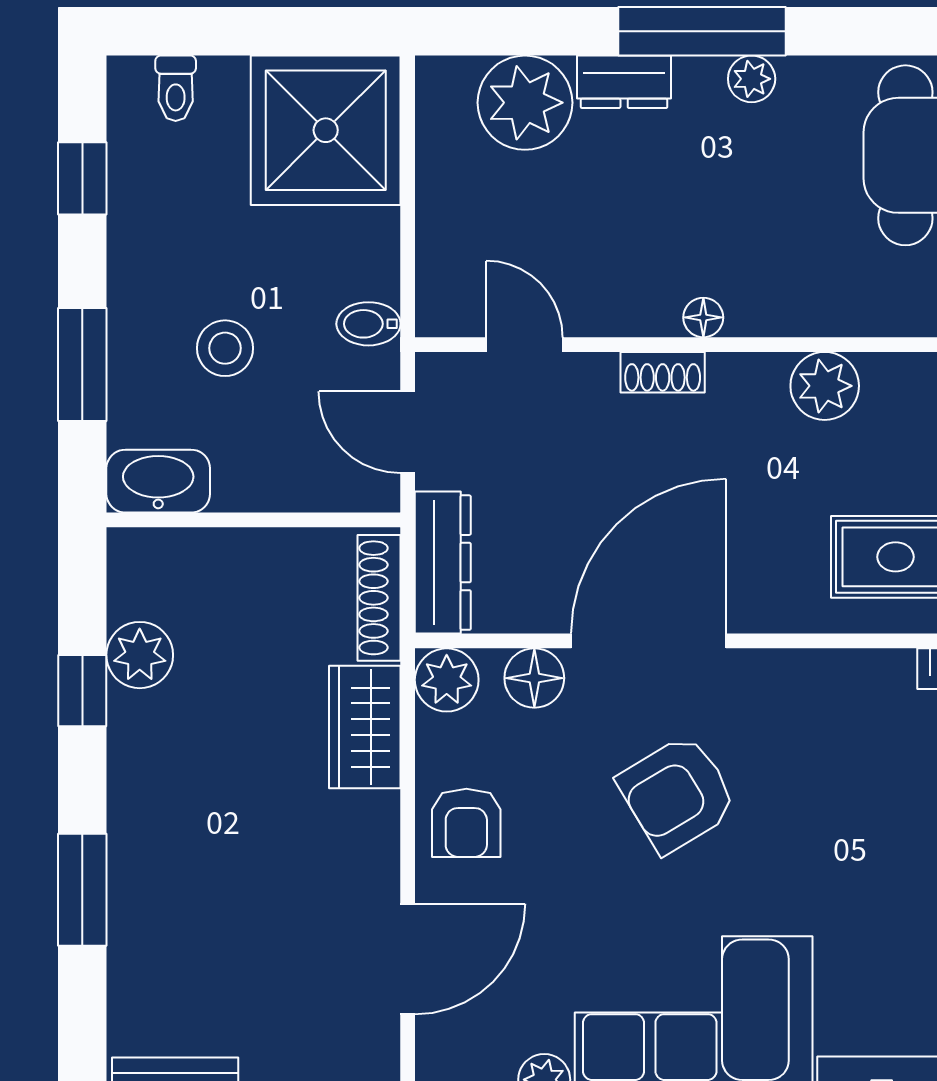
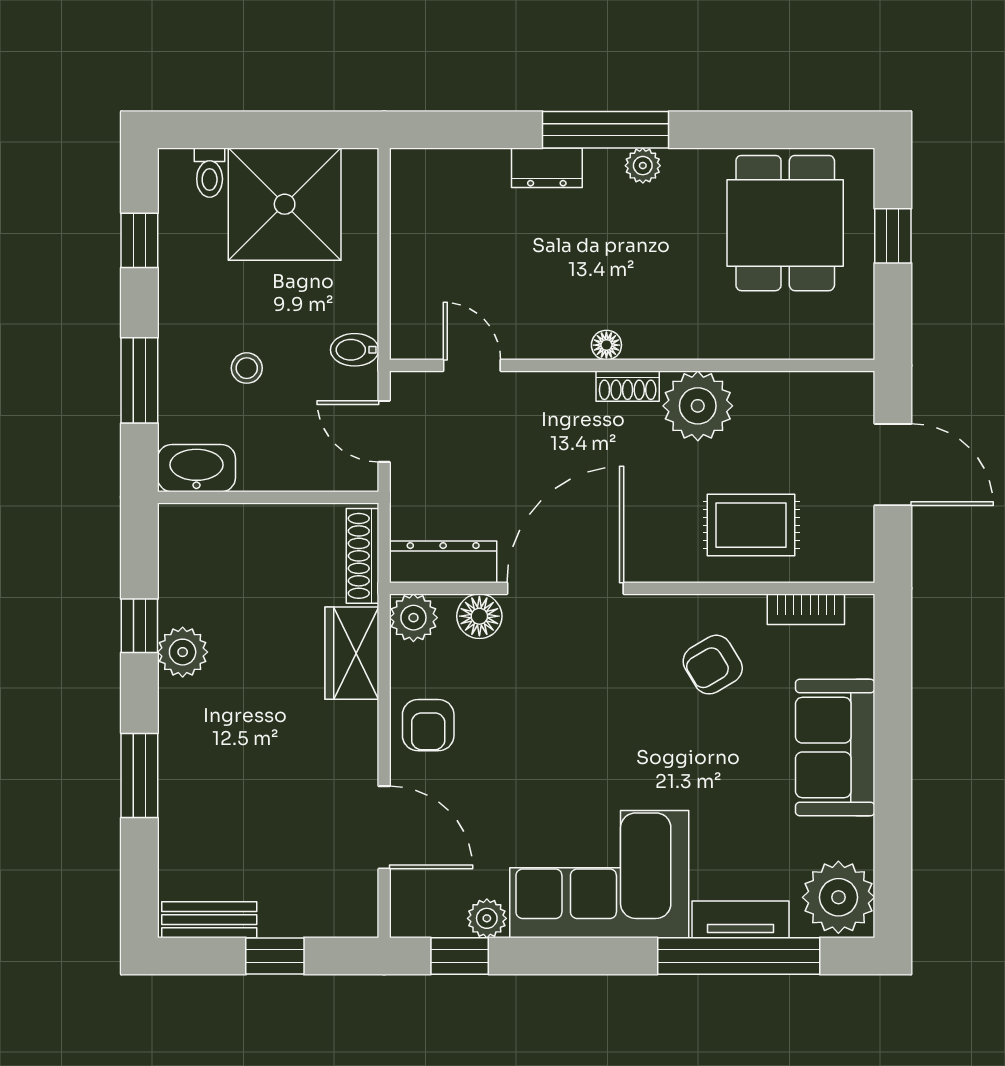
plant: (525, 103) -> (472, 183), removed
shower: (326, 130) -> (285, 204), moved
stool: (225, 348) -> (247, 368), width x0.73, depth x0.73
shoe rack: (663, 372) -> (628, 386), moved
plant: (825, 386) -> (698, 406), width x1.36, depth x1.36
dresser: (443, 563) -> (443, 562), moved, turned -90
plant: (140, 655) -> (183, 652), moved
armchair: (677, 794) -> (713, 665), moved, width x0.72, depth x0.72
door: (408, 959) -> (384, 827), hinge flipped

